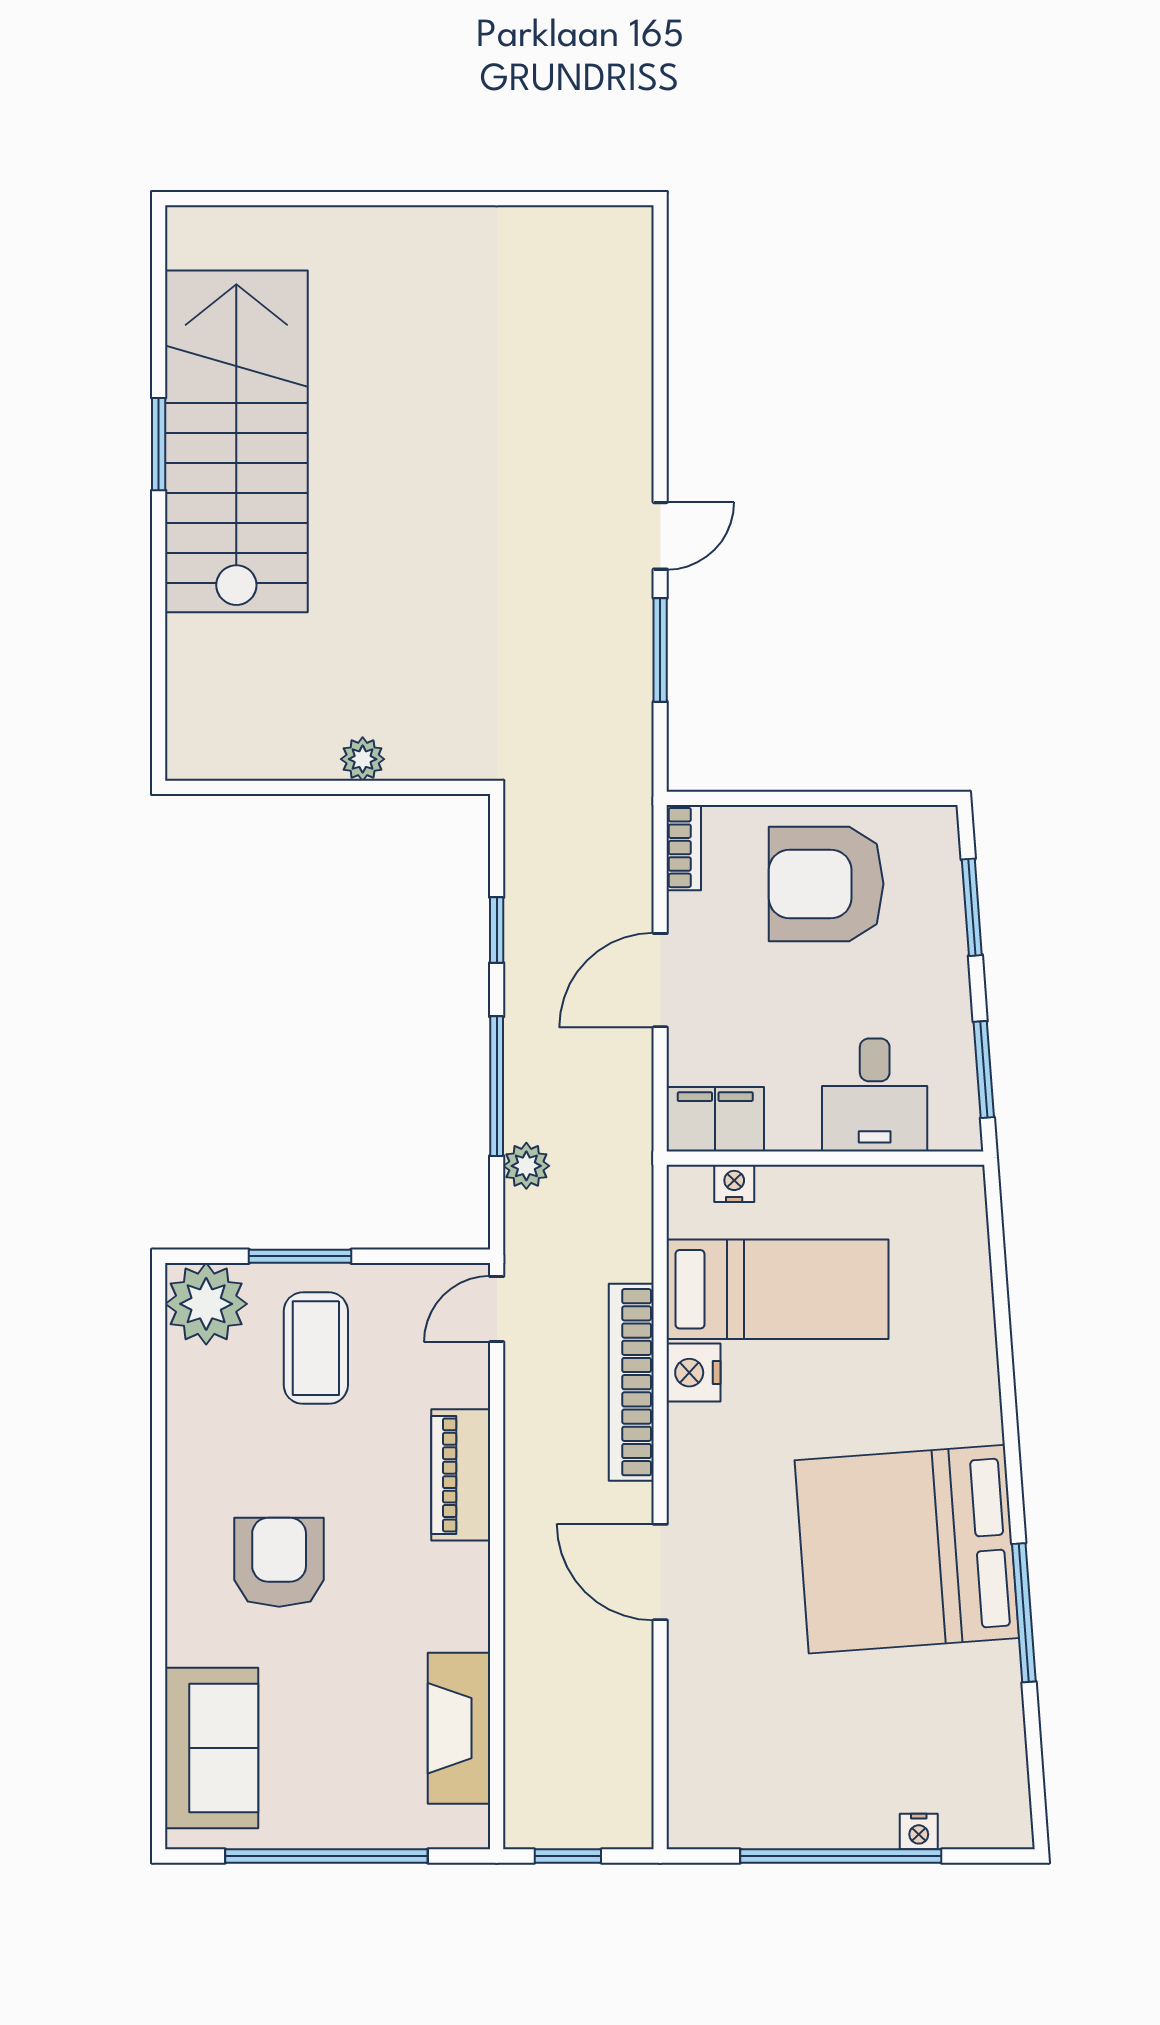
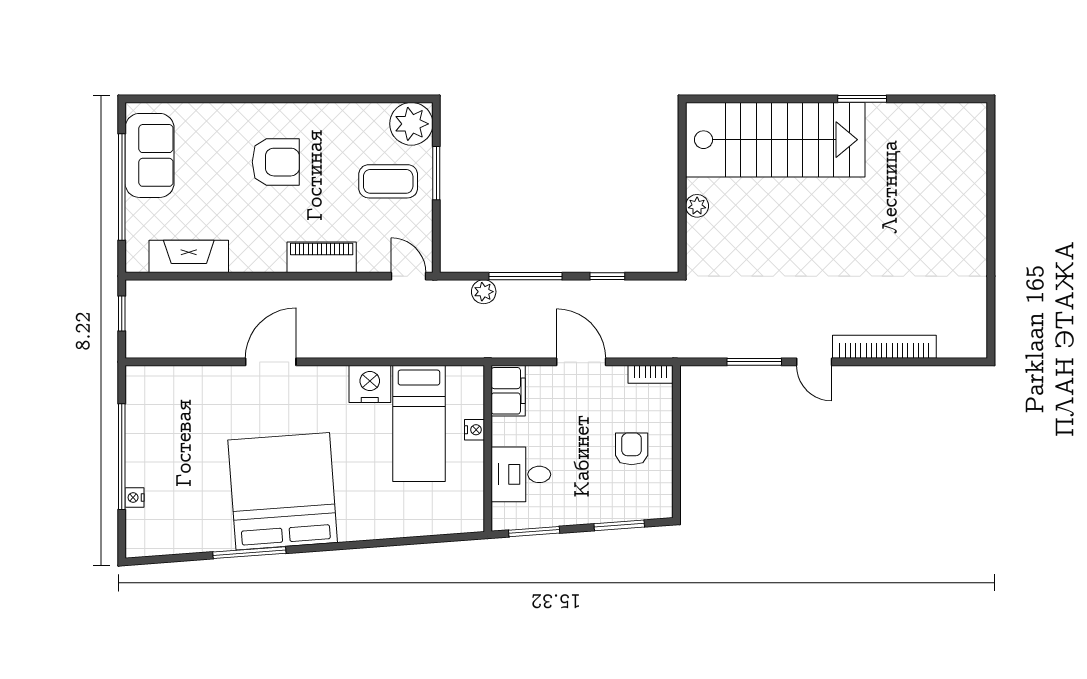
stairs: (236, 441) -> (775, 140), moved
armchair: (826, 884) -> (632, 449), width x0.53, depth x0.53
nightstand: (734, 1183) -> (474, 430), moved
nightstand: (694, 1373) -> (370, 384), width x1.36, depth x1.33
bookcase: (631, 1382) -> (884, 347), moved
sofa: (212, 1748) -> (150, 155), moved, turned -90

